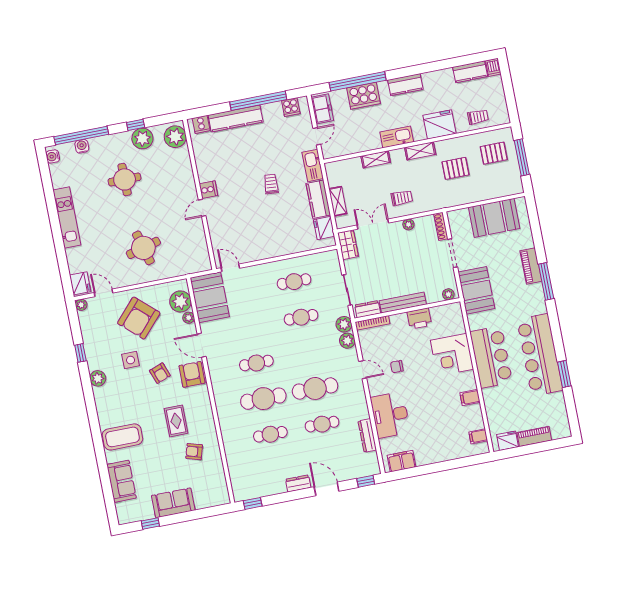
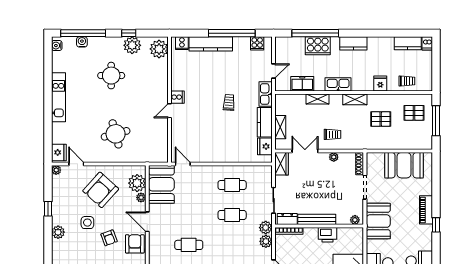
freezer: (322, 109) -> (302, 84), moved, turned -90
fridge: (439, 124) -> (380, 84), width x0.53, depth x0.75
window: (546, 281) -> (436, 225), width x0.46

